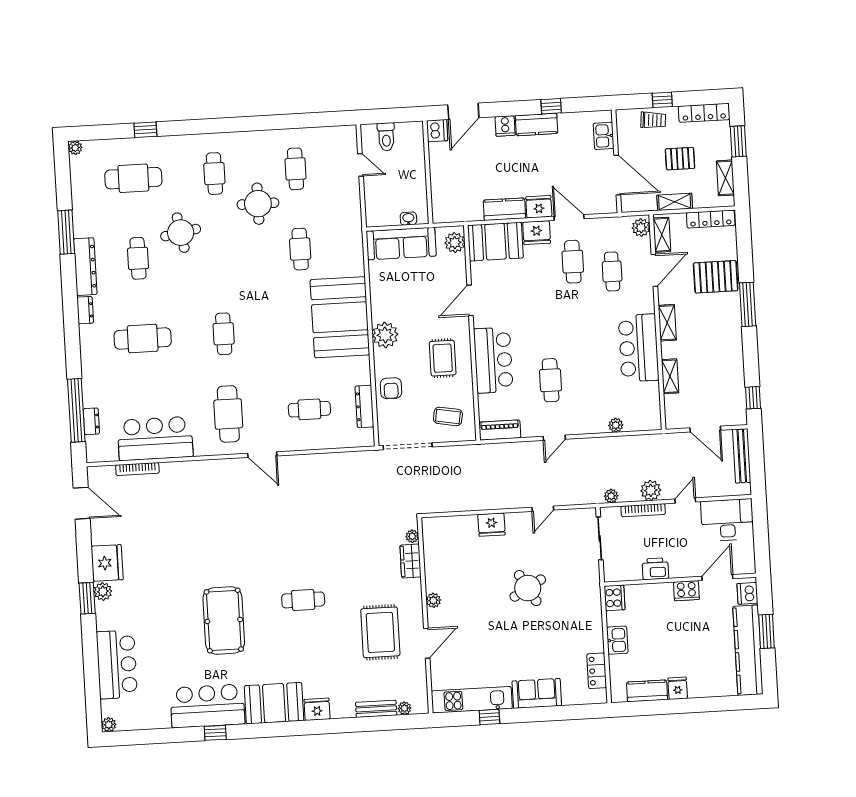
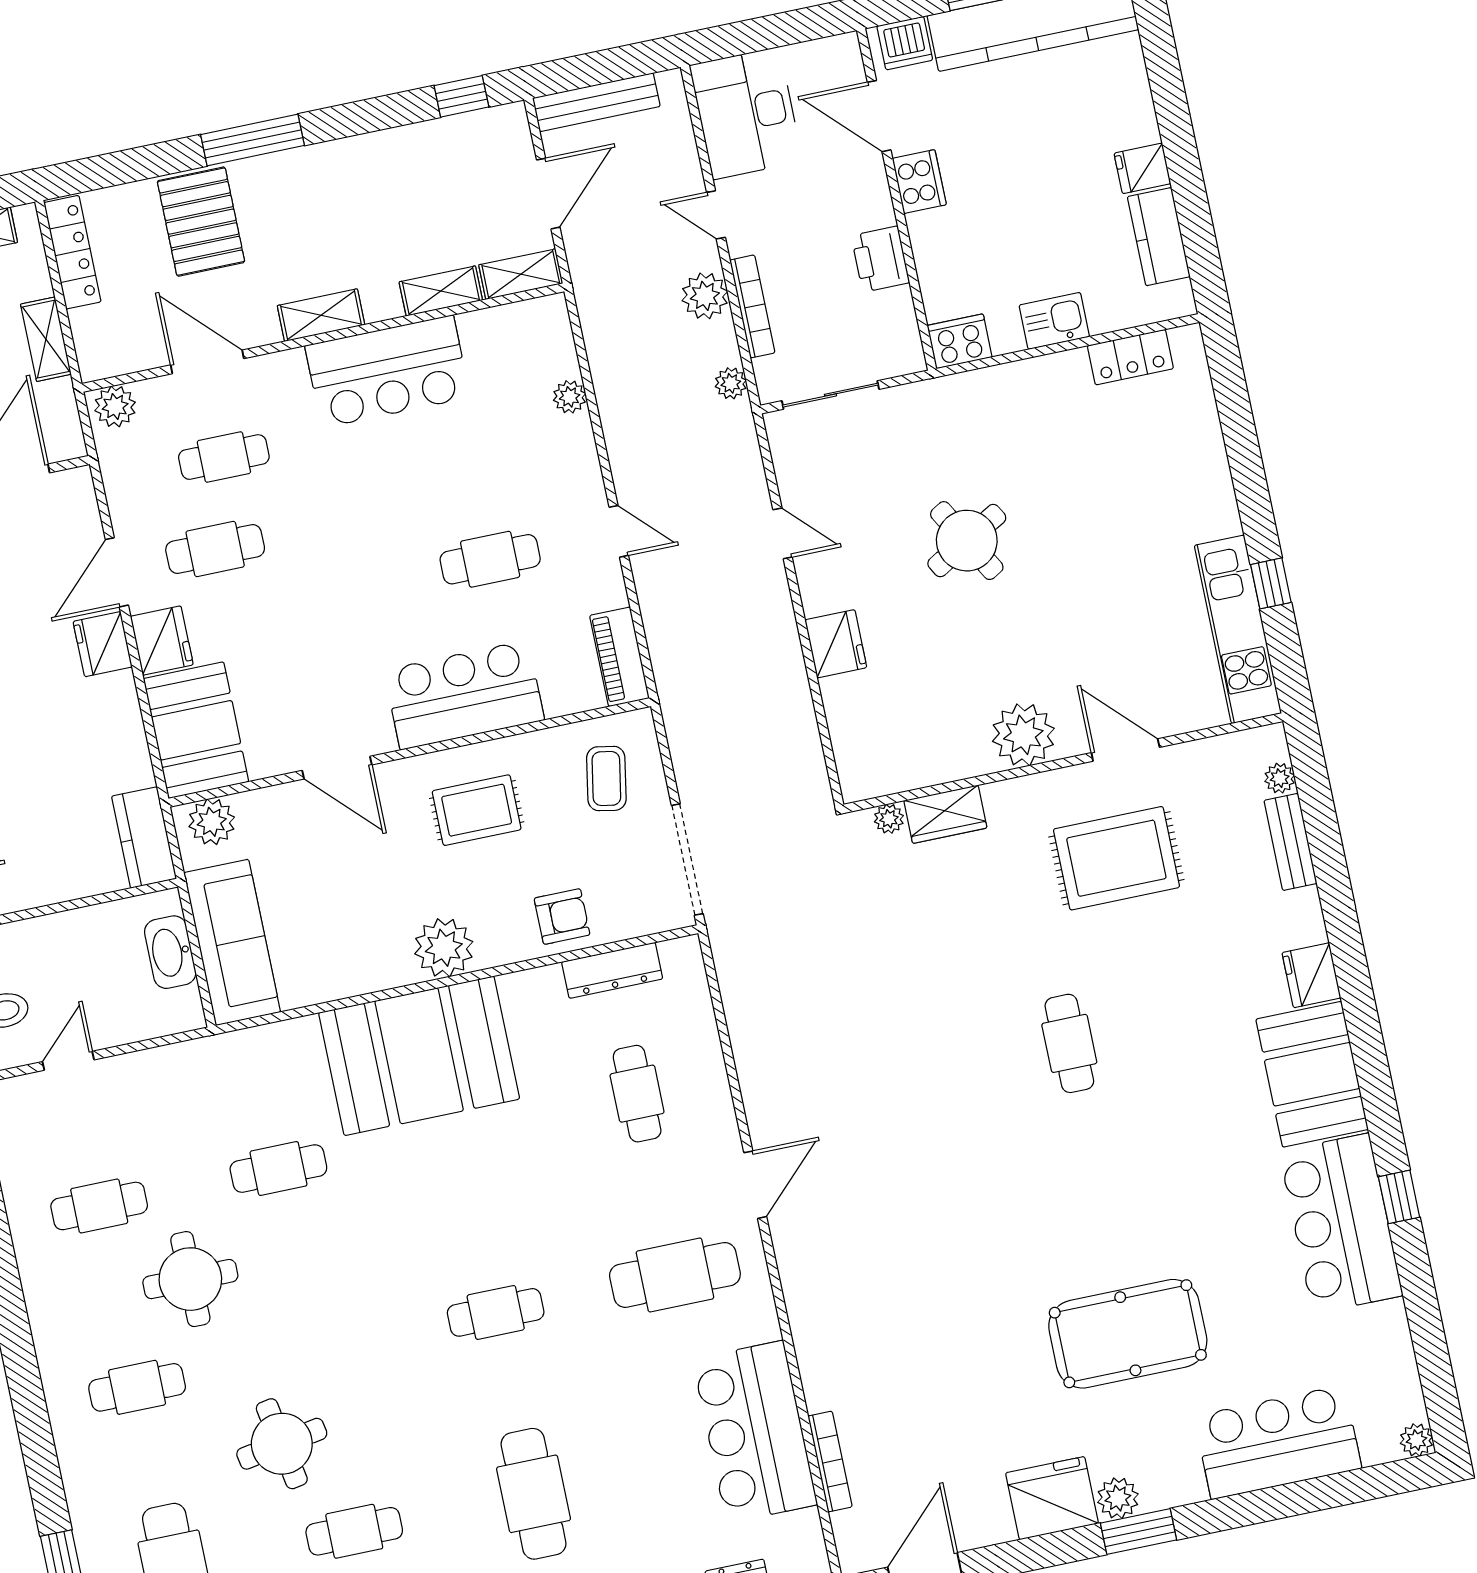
kitchen counter: (504, 209) -> (144, 837), moved
washbasin: (408, 219) -> (170, 952), width x1.91, depth x1.45
shelving: (662, 235) -> (521, 274), moved
plant: (433, 600) -> (1023, 735), width x1.87, depth x1.87
pool table: (224, 620) -> (1128, 1334), moved
sofa: (537, 693) -> (1202, 485), removed

